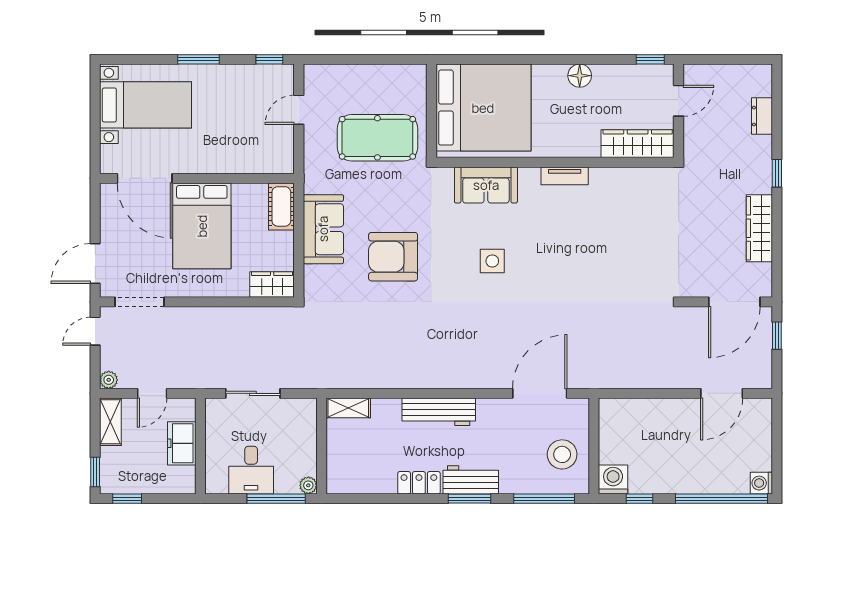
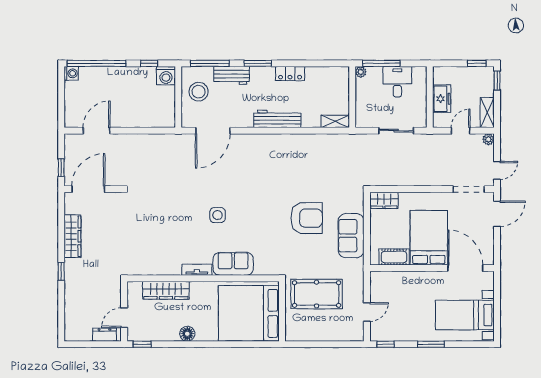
dresser: (762, 116) -> (104, 335), moved, turned -90
wardrobe: (638, 144) -> (166, 290), moved
sofa: (486, 185) -> (233, 264), moved
cot: (281, 206) -> (394, 257), moved, turned 90
side table: (492, 261) -> (218, 215), moved
workbench: (471, 480) -> (232, 75), moved

